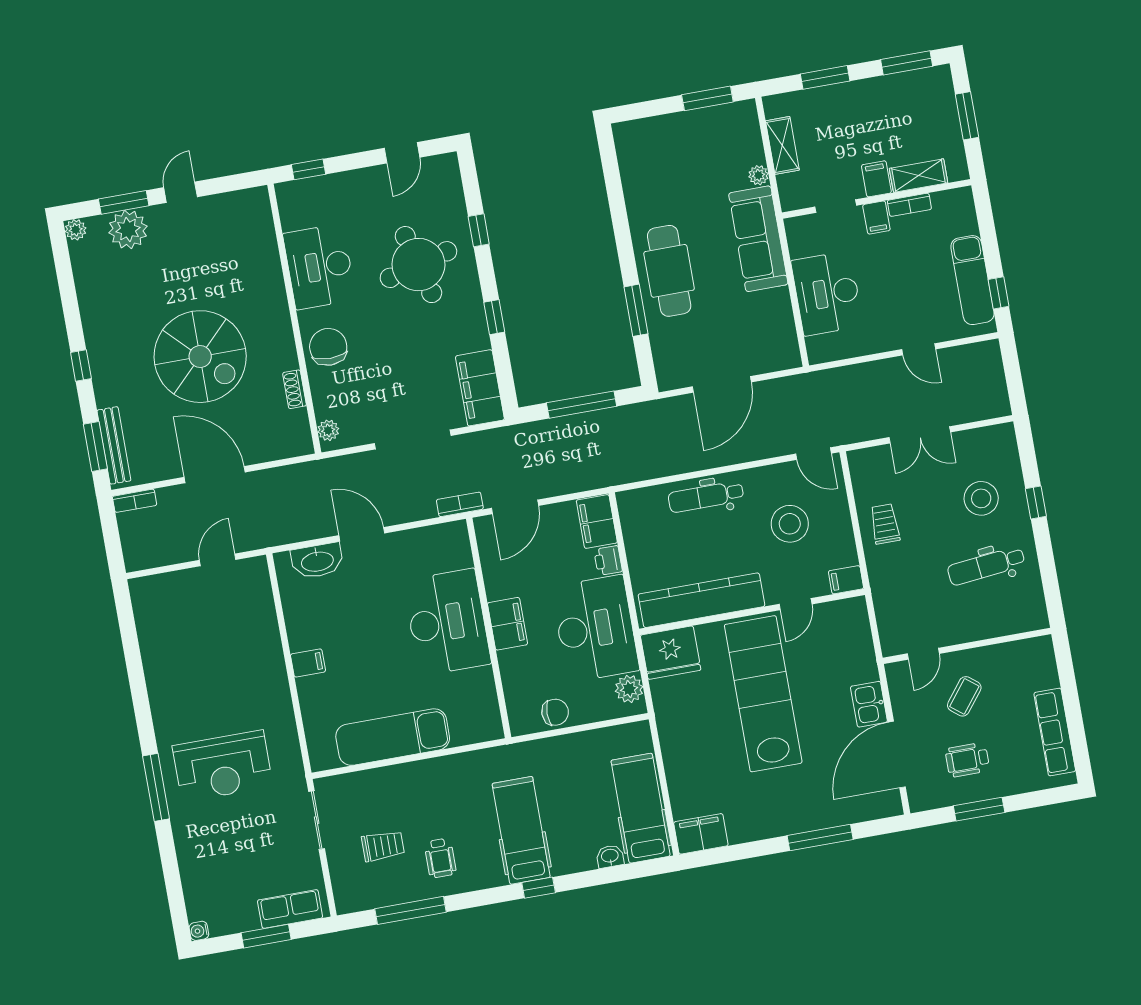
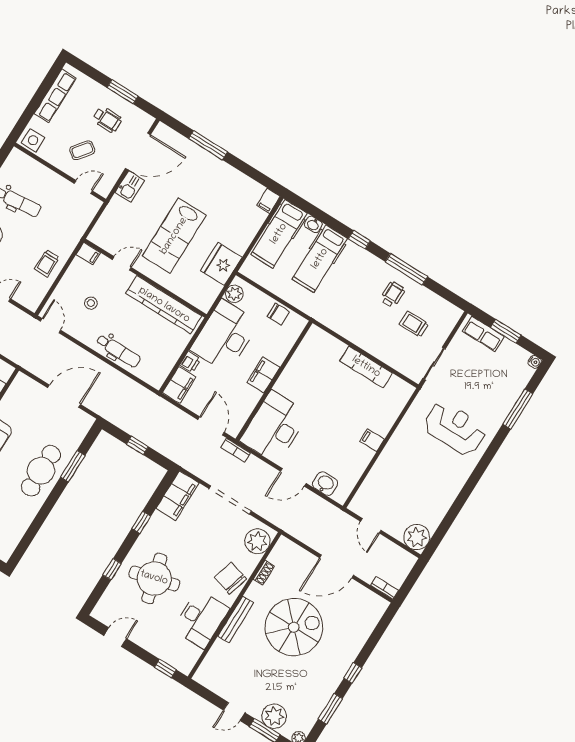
chair: (328, 347) -> (231, 578), turned 106
spiral stairs: (200, 357) -> (294, 627), turned 90
window: (582, 405) -> (137, 445), width x0.46
plant: (328, 430) -> (257, 541), width x1.87, depth x1.87
bench: (114, 445) -> (236, 619), moved
window: (95, 447) -> (330, 709), moved
door: (215, 475) -> (337, 566), hinge flipped
door: (515, 507) -> (211, 426), hinge flipped
stool: (790, 524) -> (91, 303), width x0.53, depth x0.53
door: (362, 534) -> (293, 477), hinge flipped
door: (218, 560) -> (371, 526), hinge flipped
washbasin: (317, 561) -> (325, 484), width x0.72
plant: (151, 596) -> (417, 537), added
desk: (447, 622) -> (274, 427), moved
fridge: (671, 653) -> (221, 264), moved, turned -90
side table: (1033, 655) -> (33, 140), added
lab bench: (763, 694) -> (174, 236), width x0.73
chair: (555, 712) -> (278, 314), turned 180
exam couch: (393, 737) -> (366, 367), width x0.73, depth x0.69
window: (156, 787) -> (518, 409), moved
hospital bed: (521, 830) -> (320, 259), moved
filing cabinet: (701, 834) -> (268, 201), width x0.50
window: (411, 910) -> (406, 269), moved

